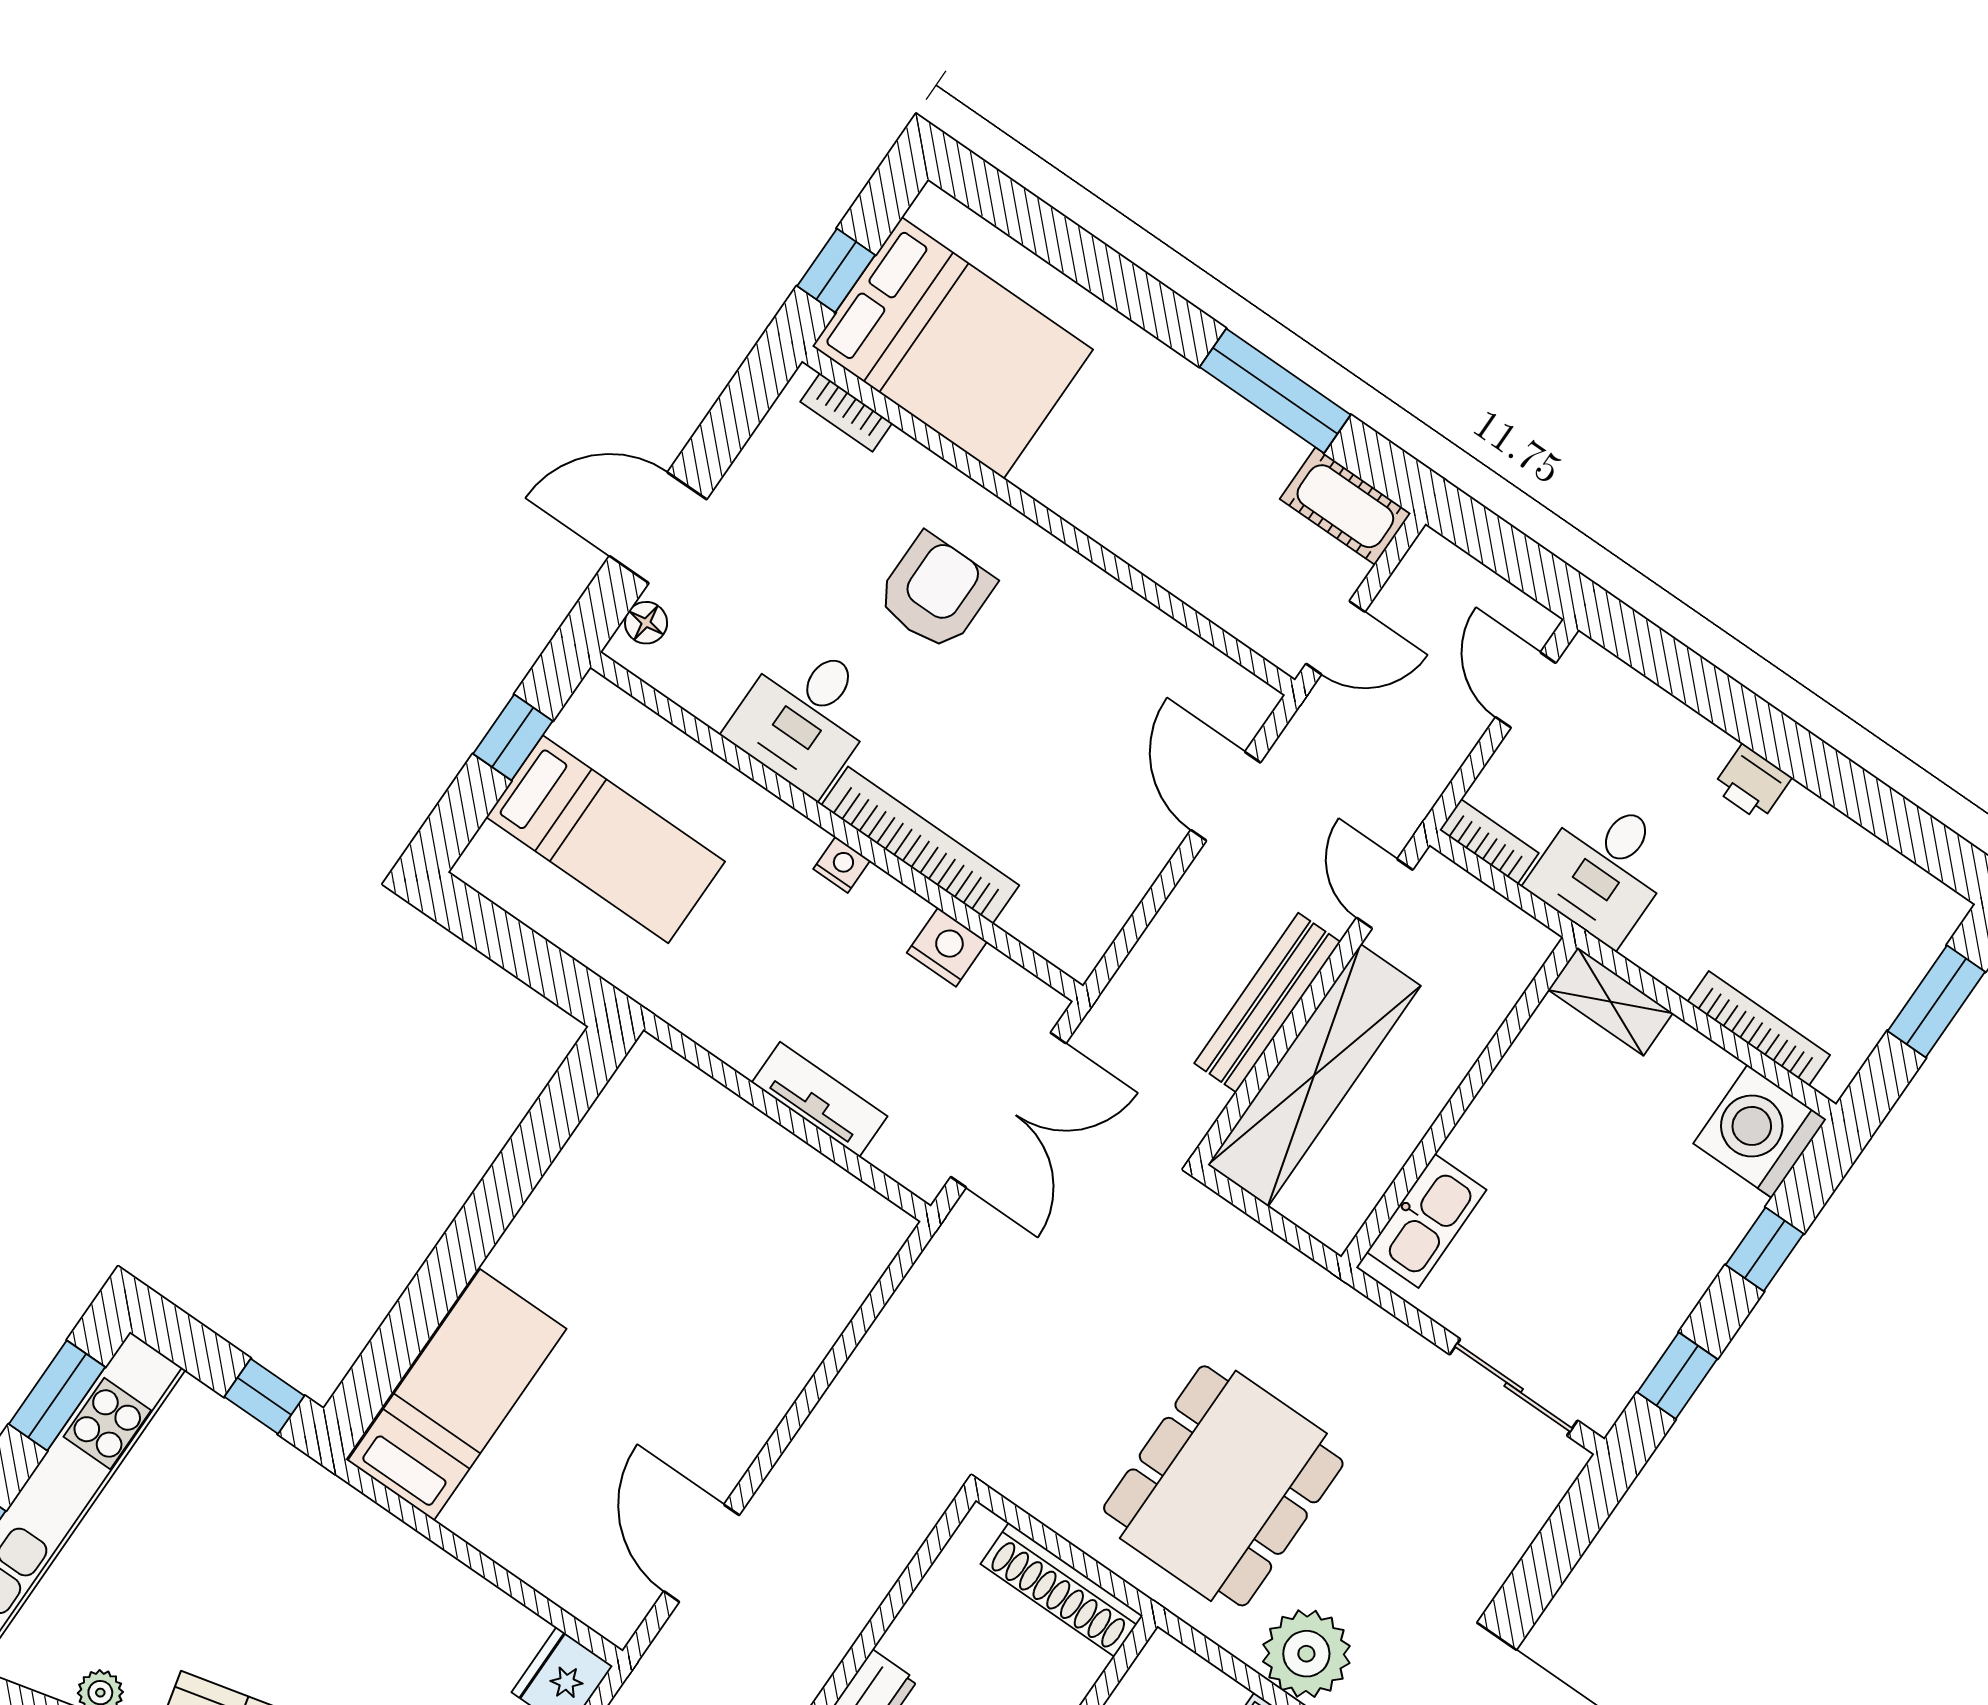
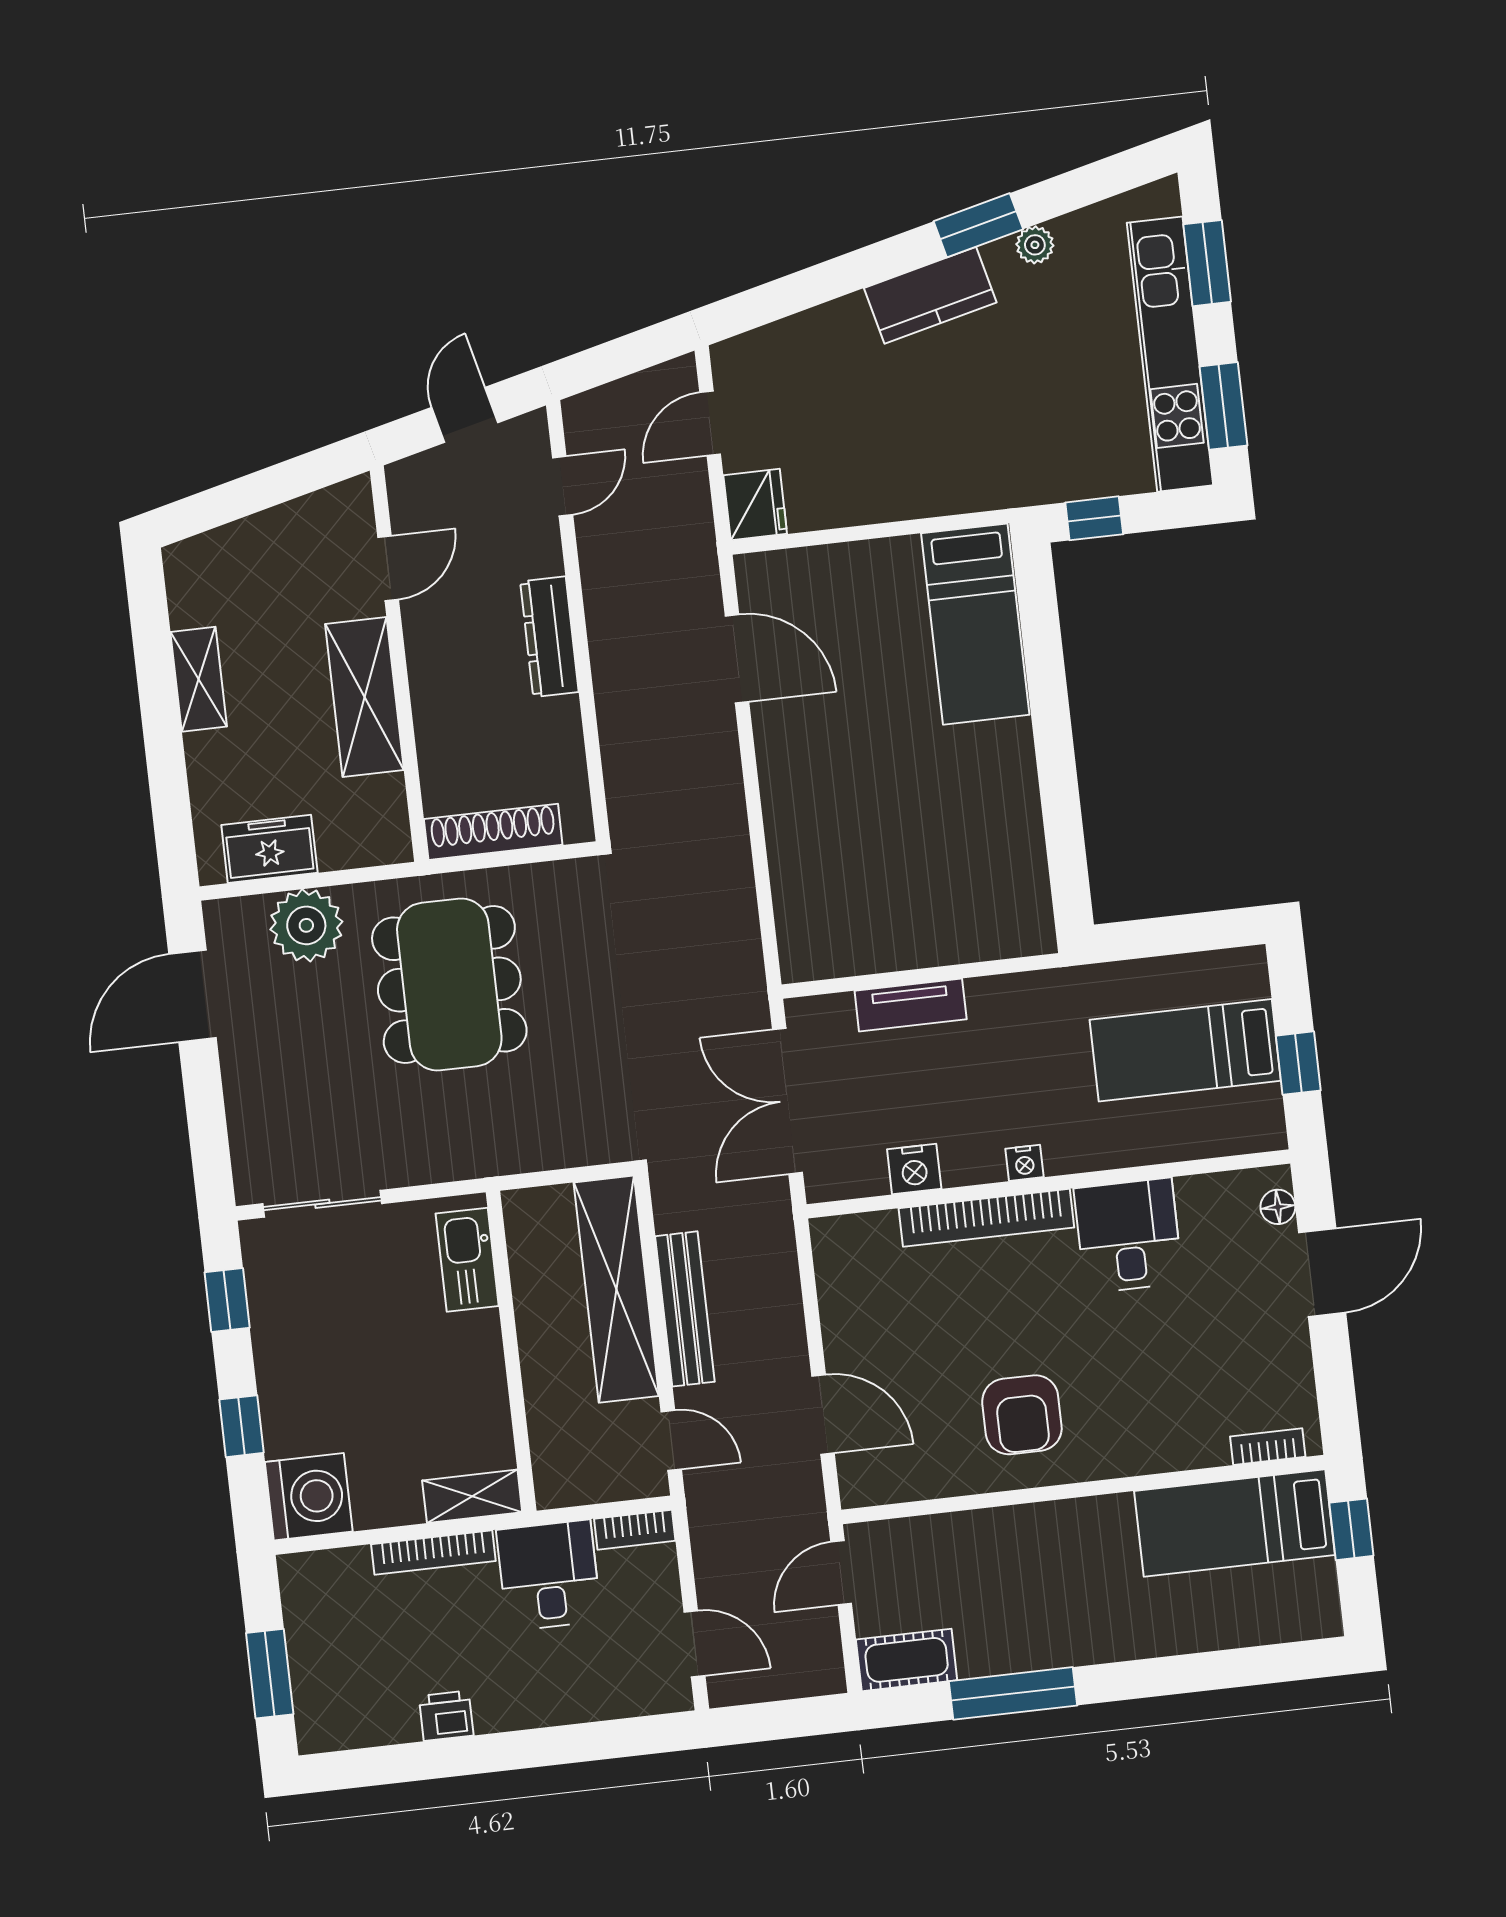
bed: (953, 348) -> (1234, 1523), width x0.67
armchair: (935, 592) -> (1022, 1415), moved
printer: (1752, 783) -> (446, 1716), moved
bookcase: (1759, 1028) -> (433, 1553), moved

